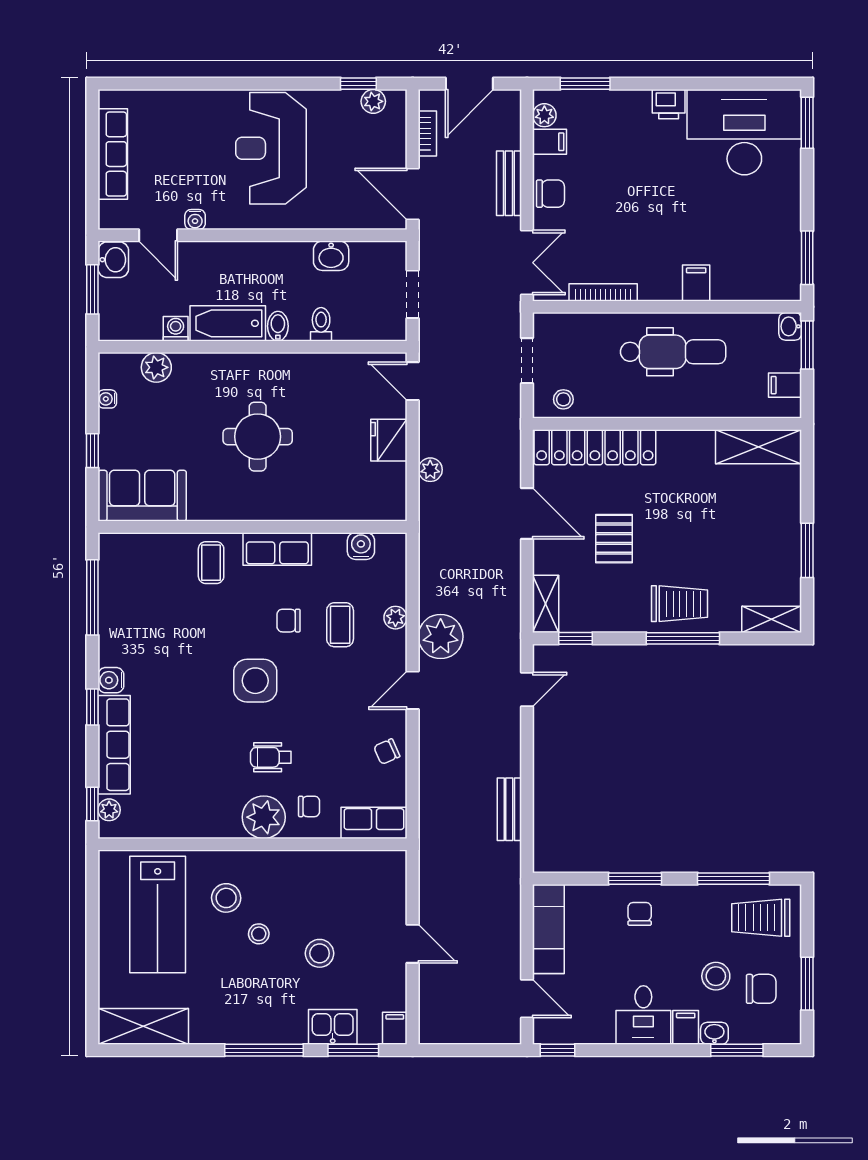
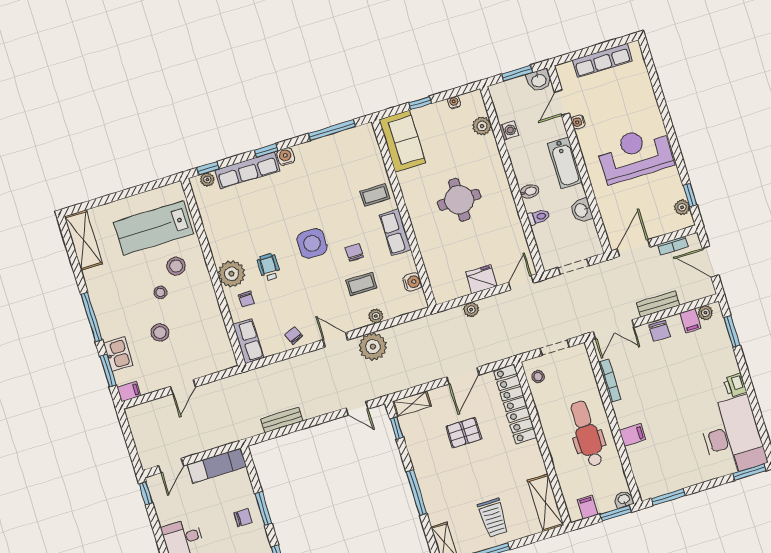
bathtub: (228, 323) -> (565, 163), moved, turned 180
dental chair: (673, 352) -> (587, 434), turned 180
trolley: (679, 604) -> (493, 518), moved

